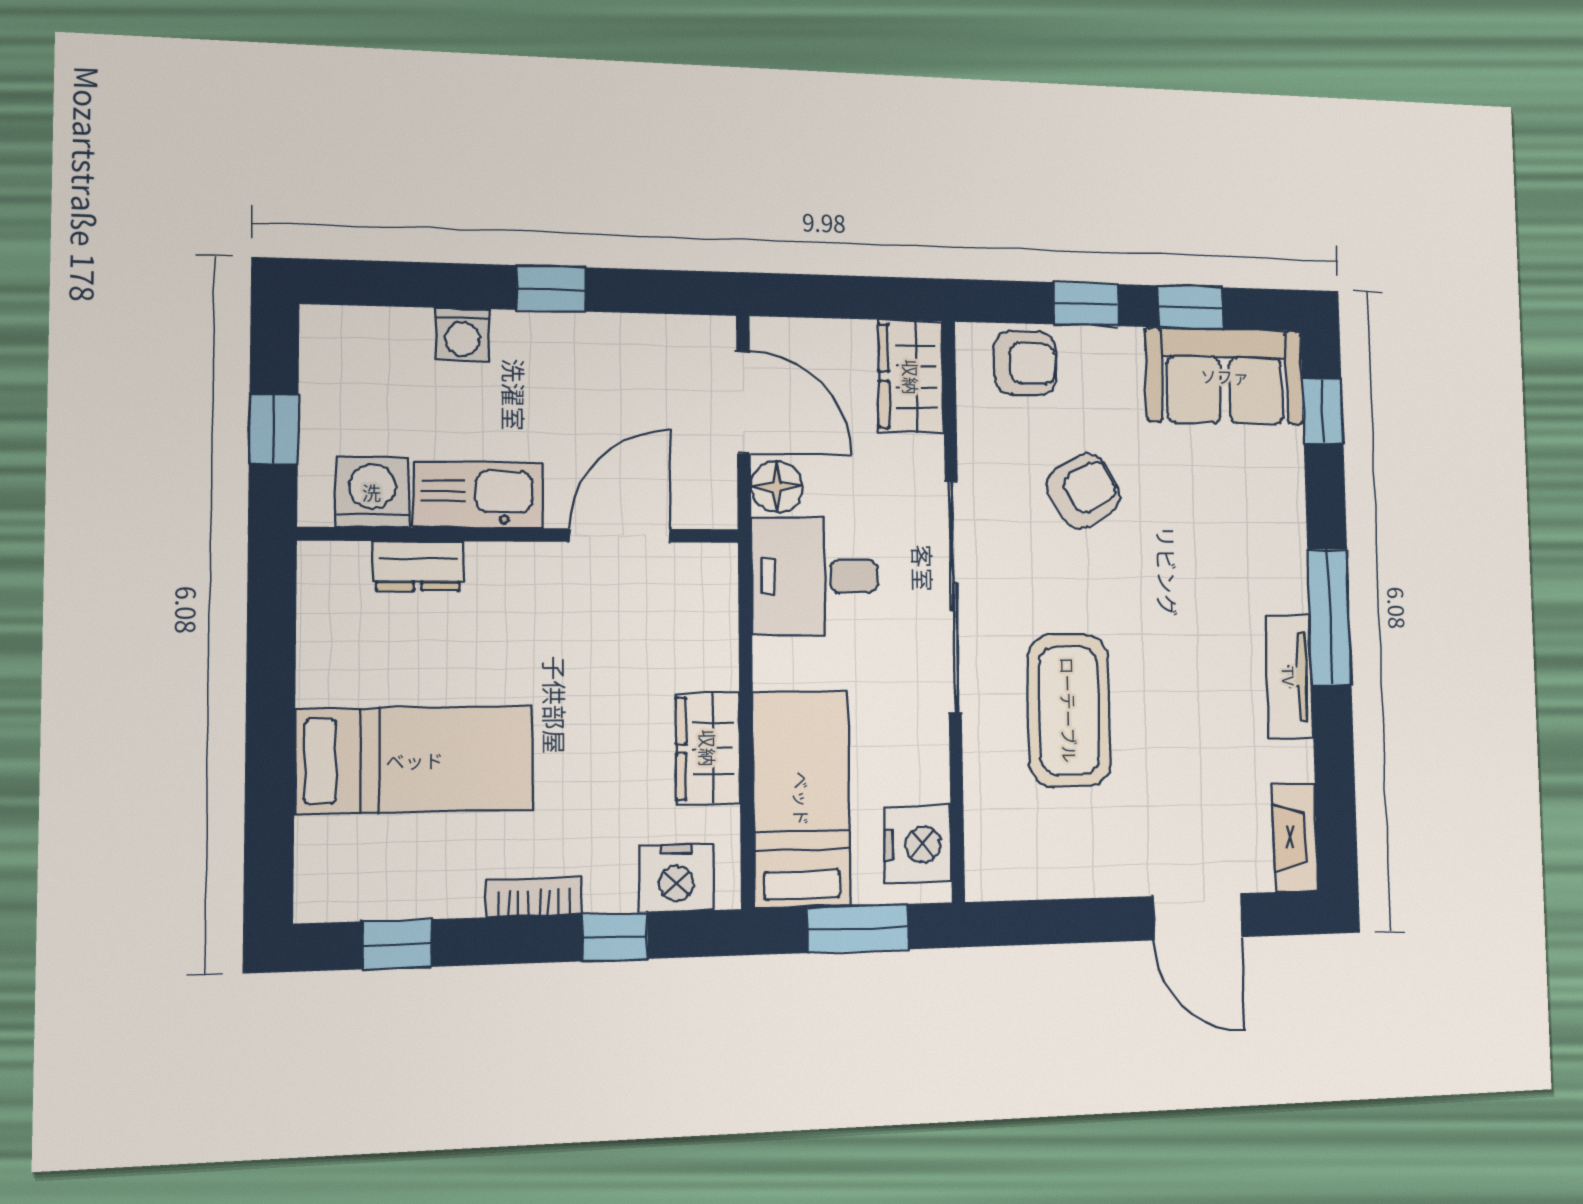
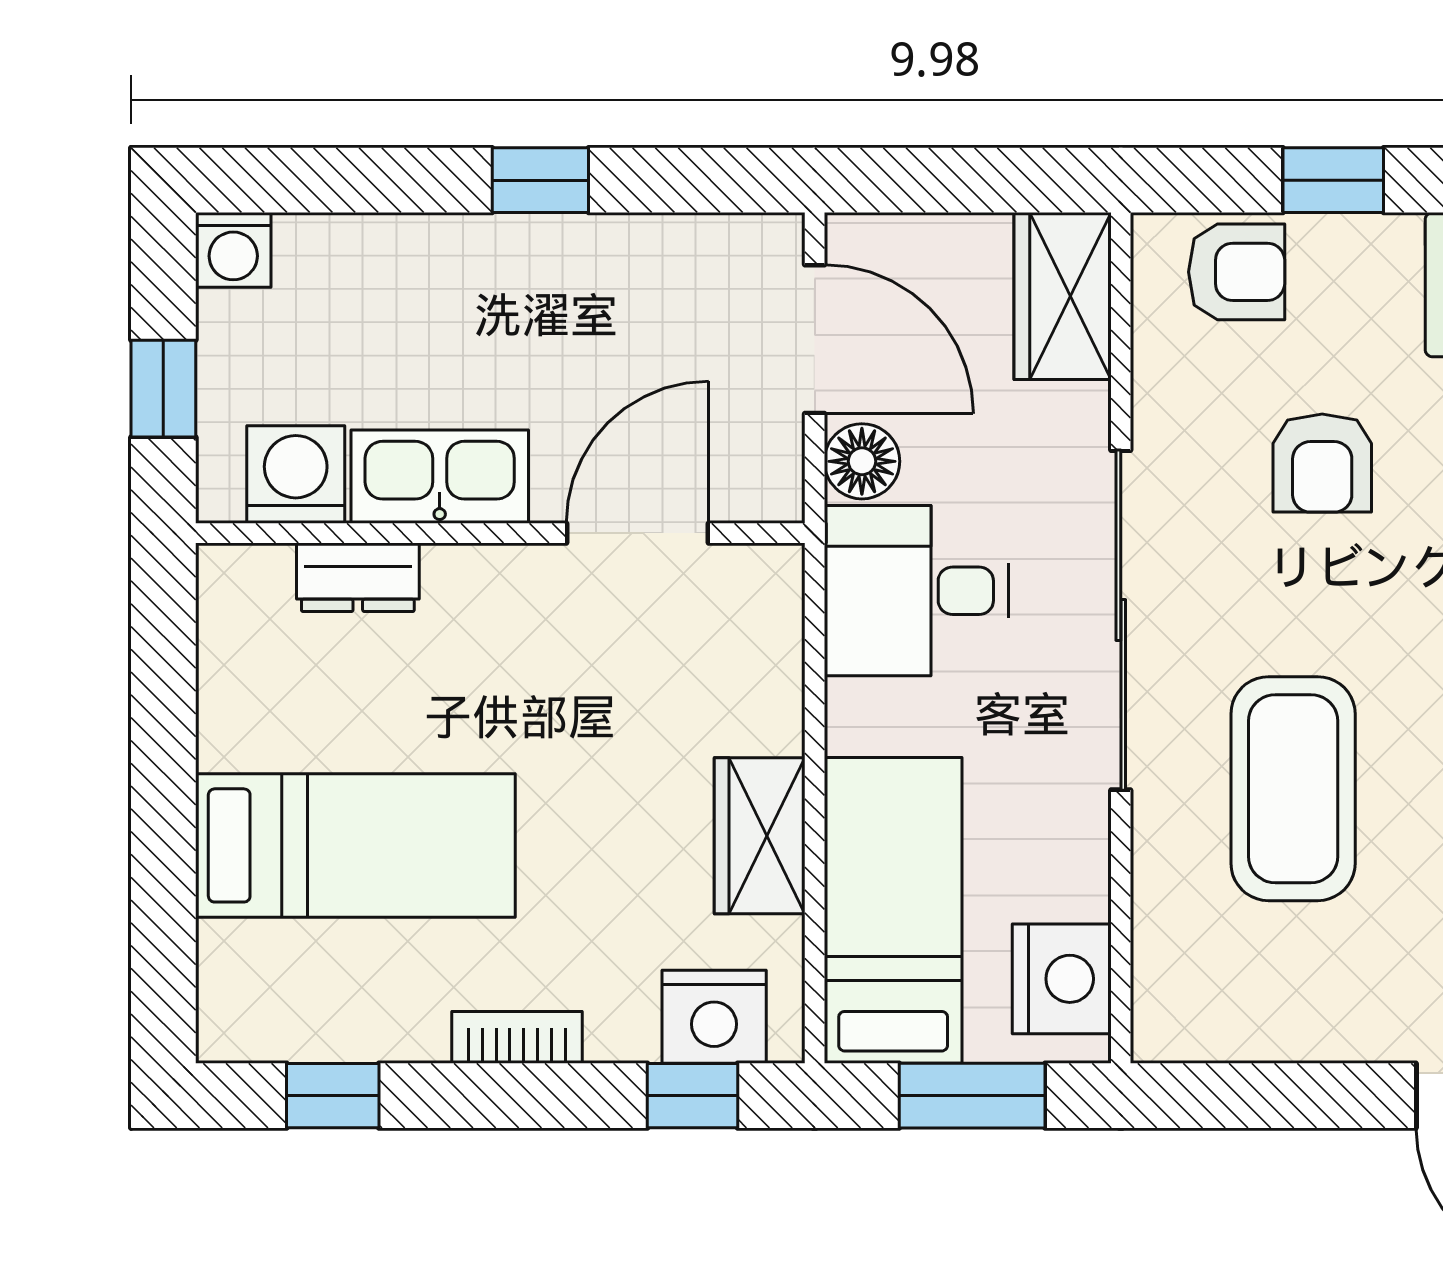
washing machine: (462, 335) -> (233, 250), moved
armchair: (1083, 491) -> (1322, 463), turned 120
window: (615, 937) -> (692, 1096), moved

